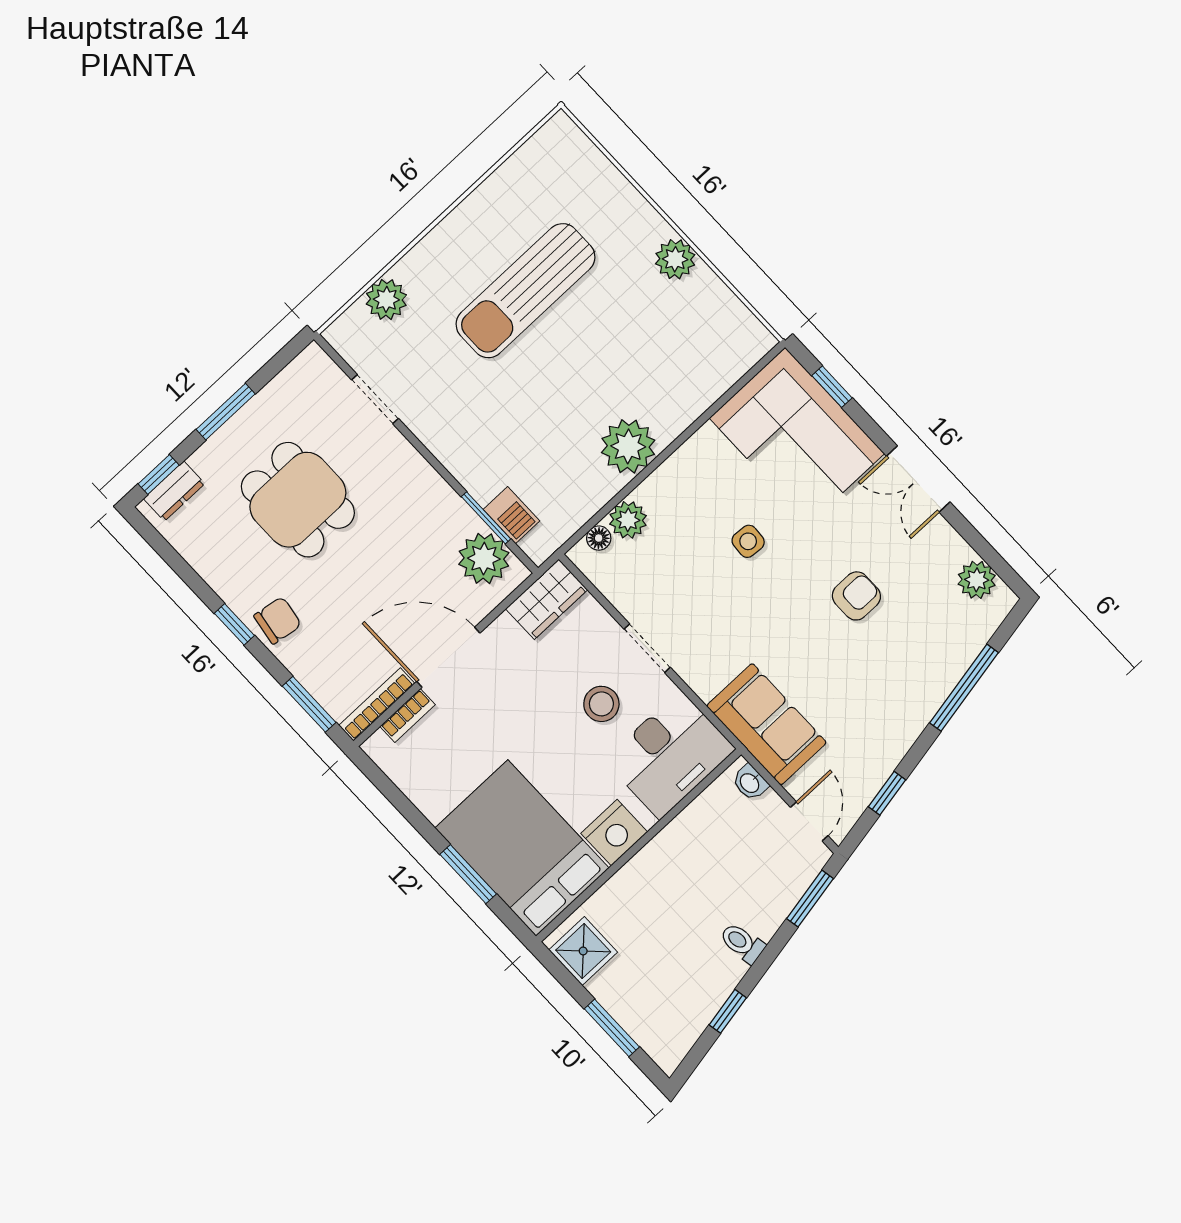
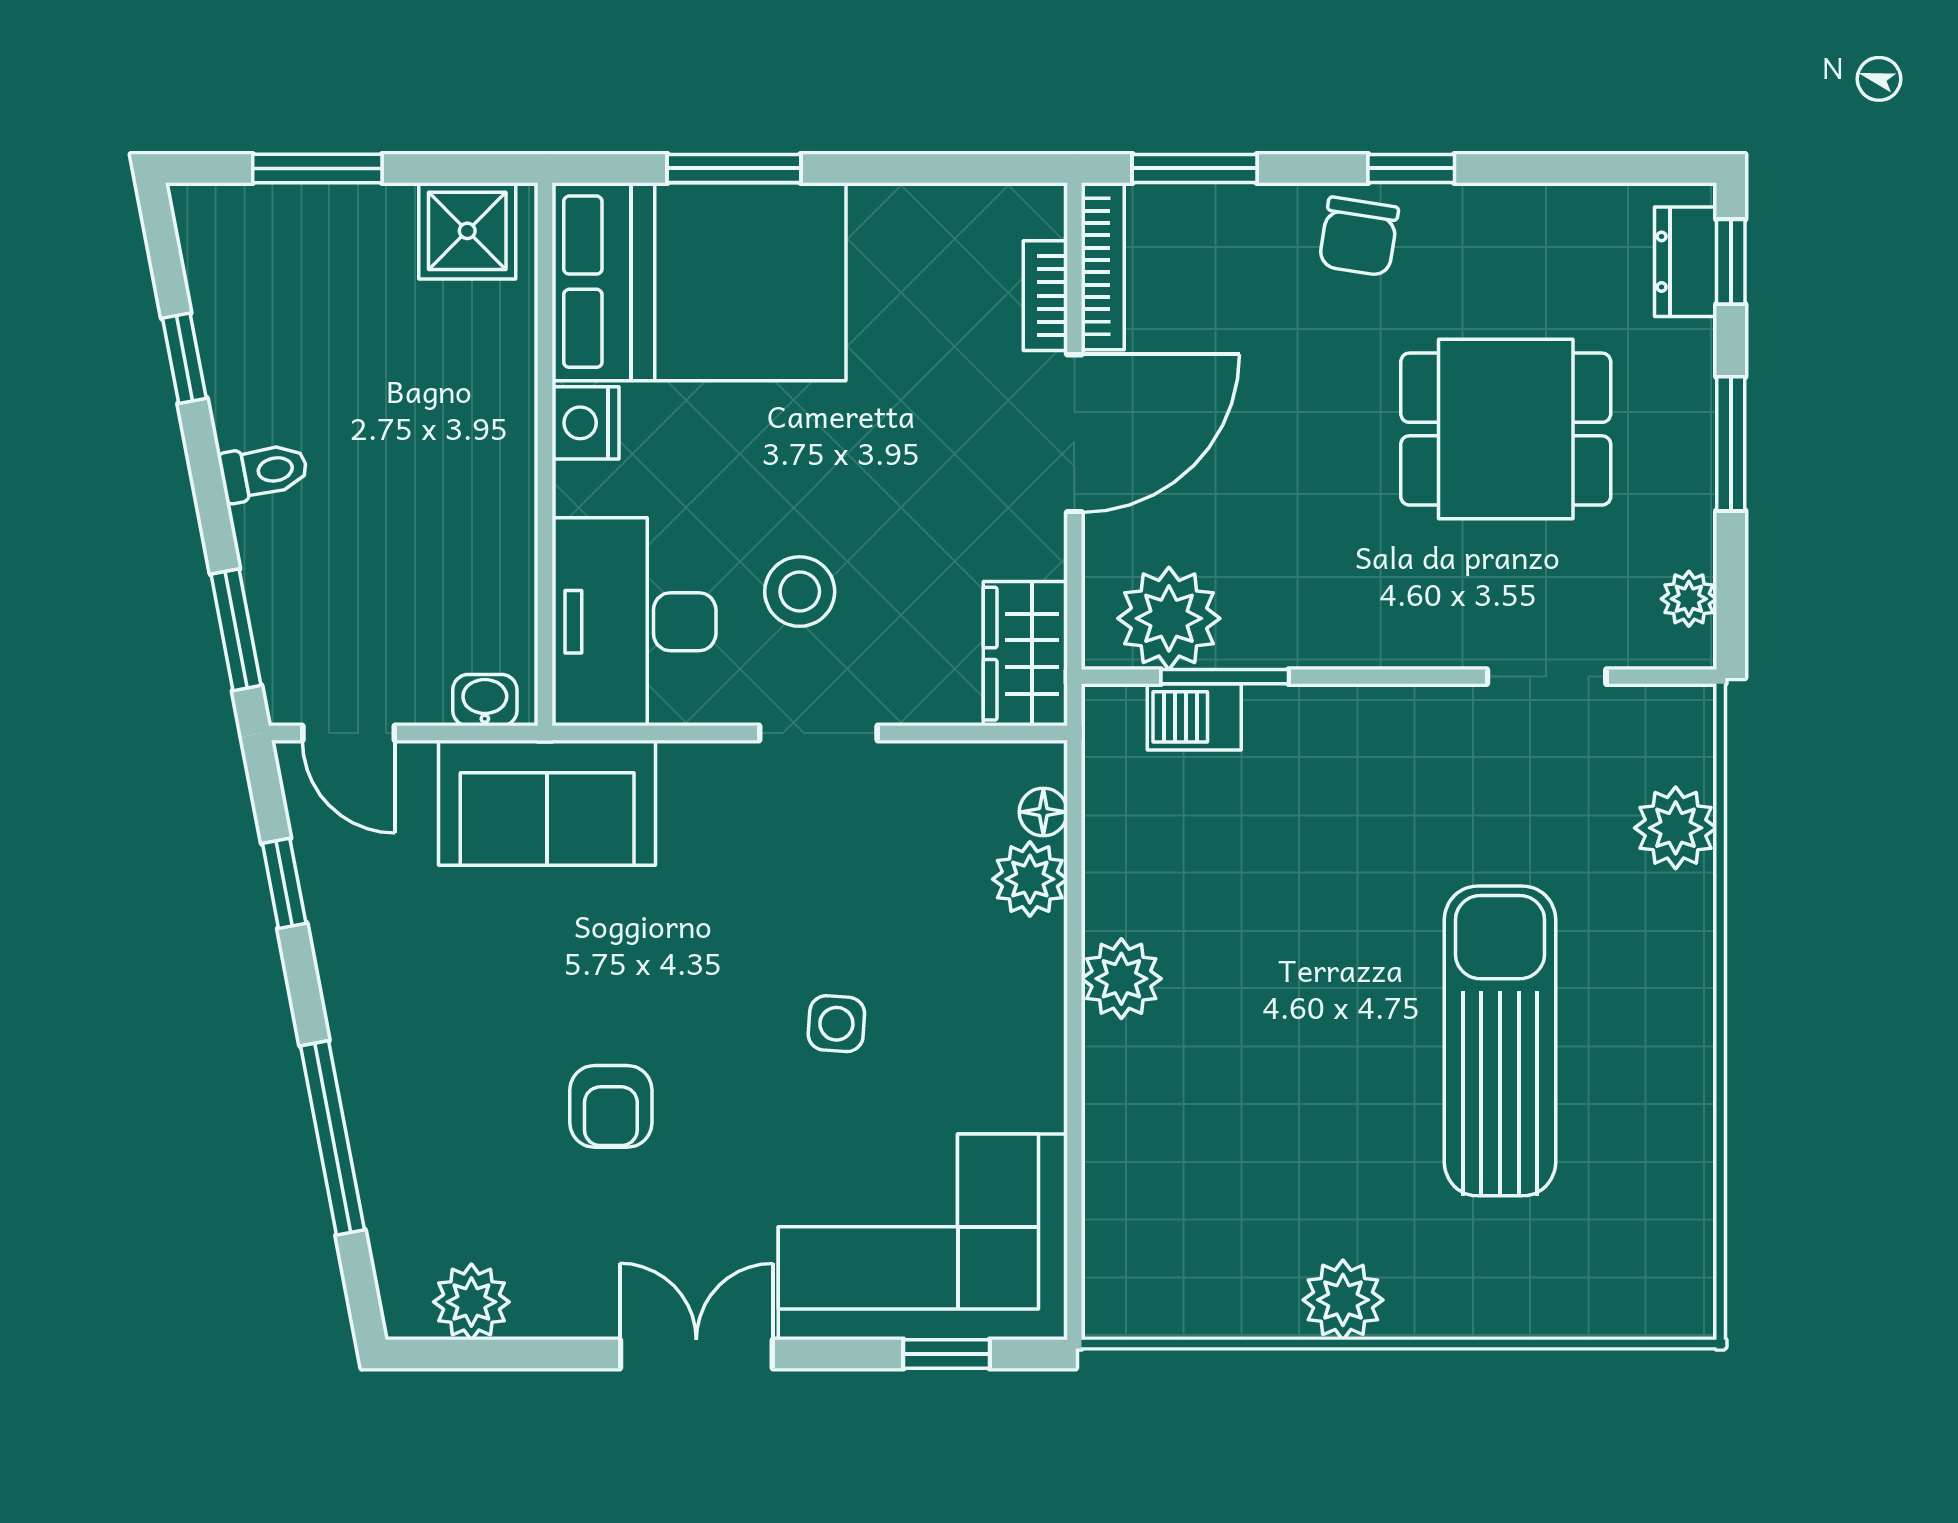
plant: (297, 374) -> (1689, 599), added
plant: (628, 446) -> (1121, 979), width x0.73, depth x0.73
nightstand: (614, 833) -> (585, 423), width x0.74, depth x0.75

